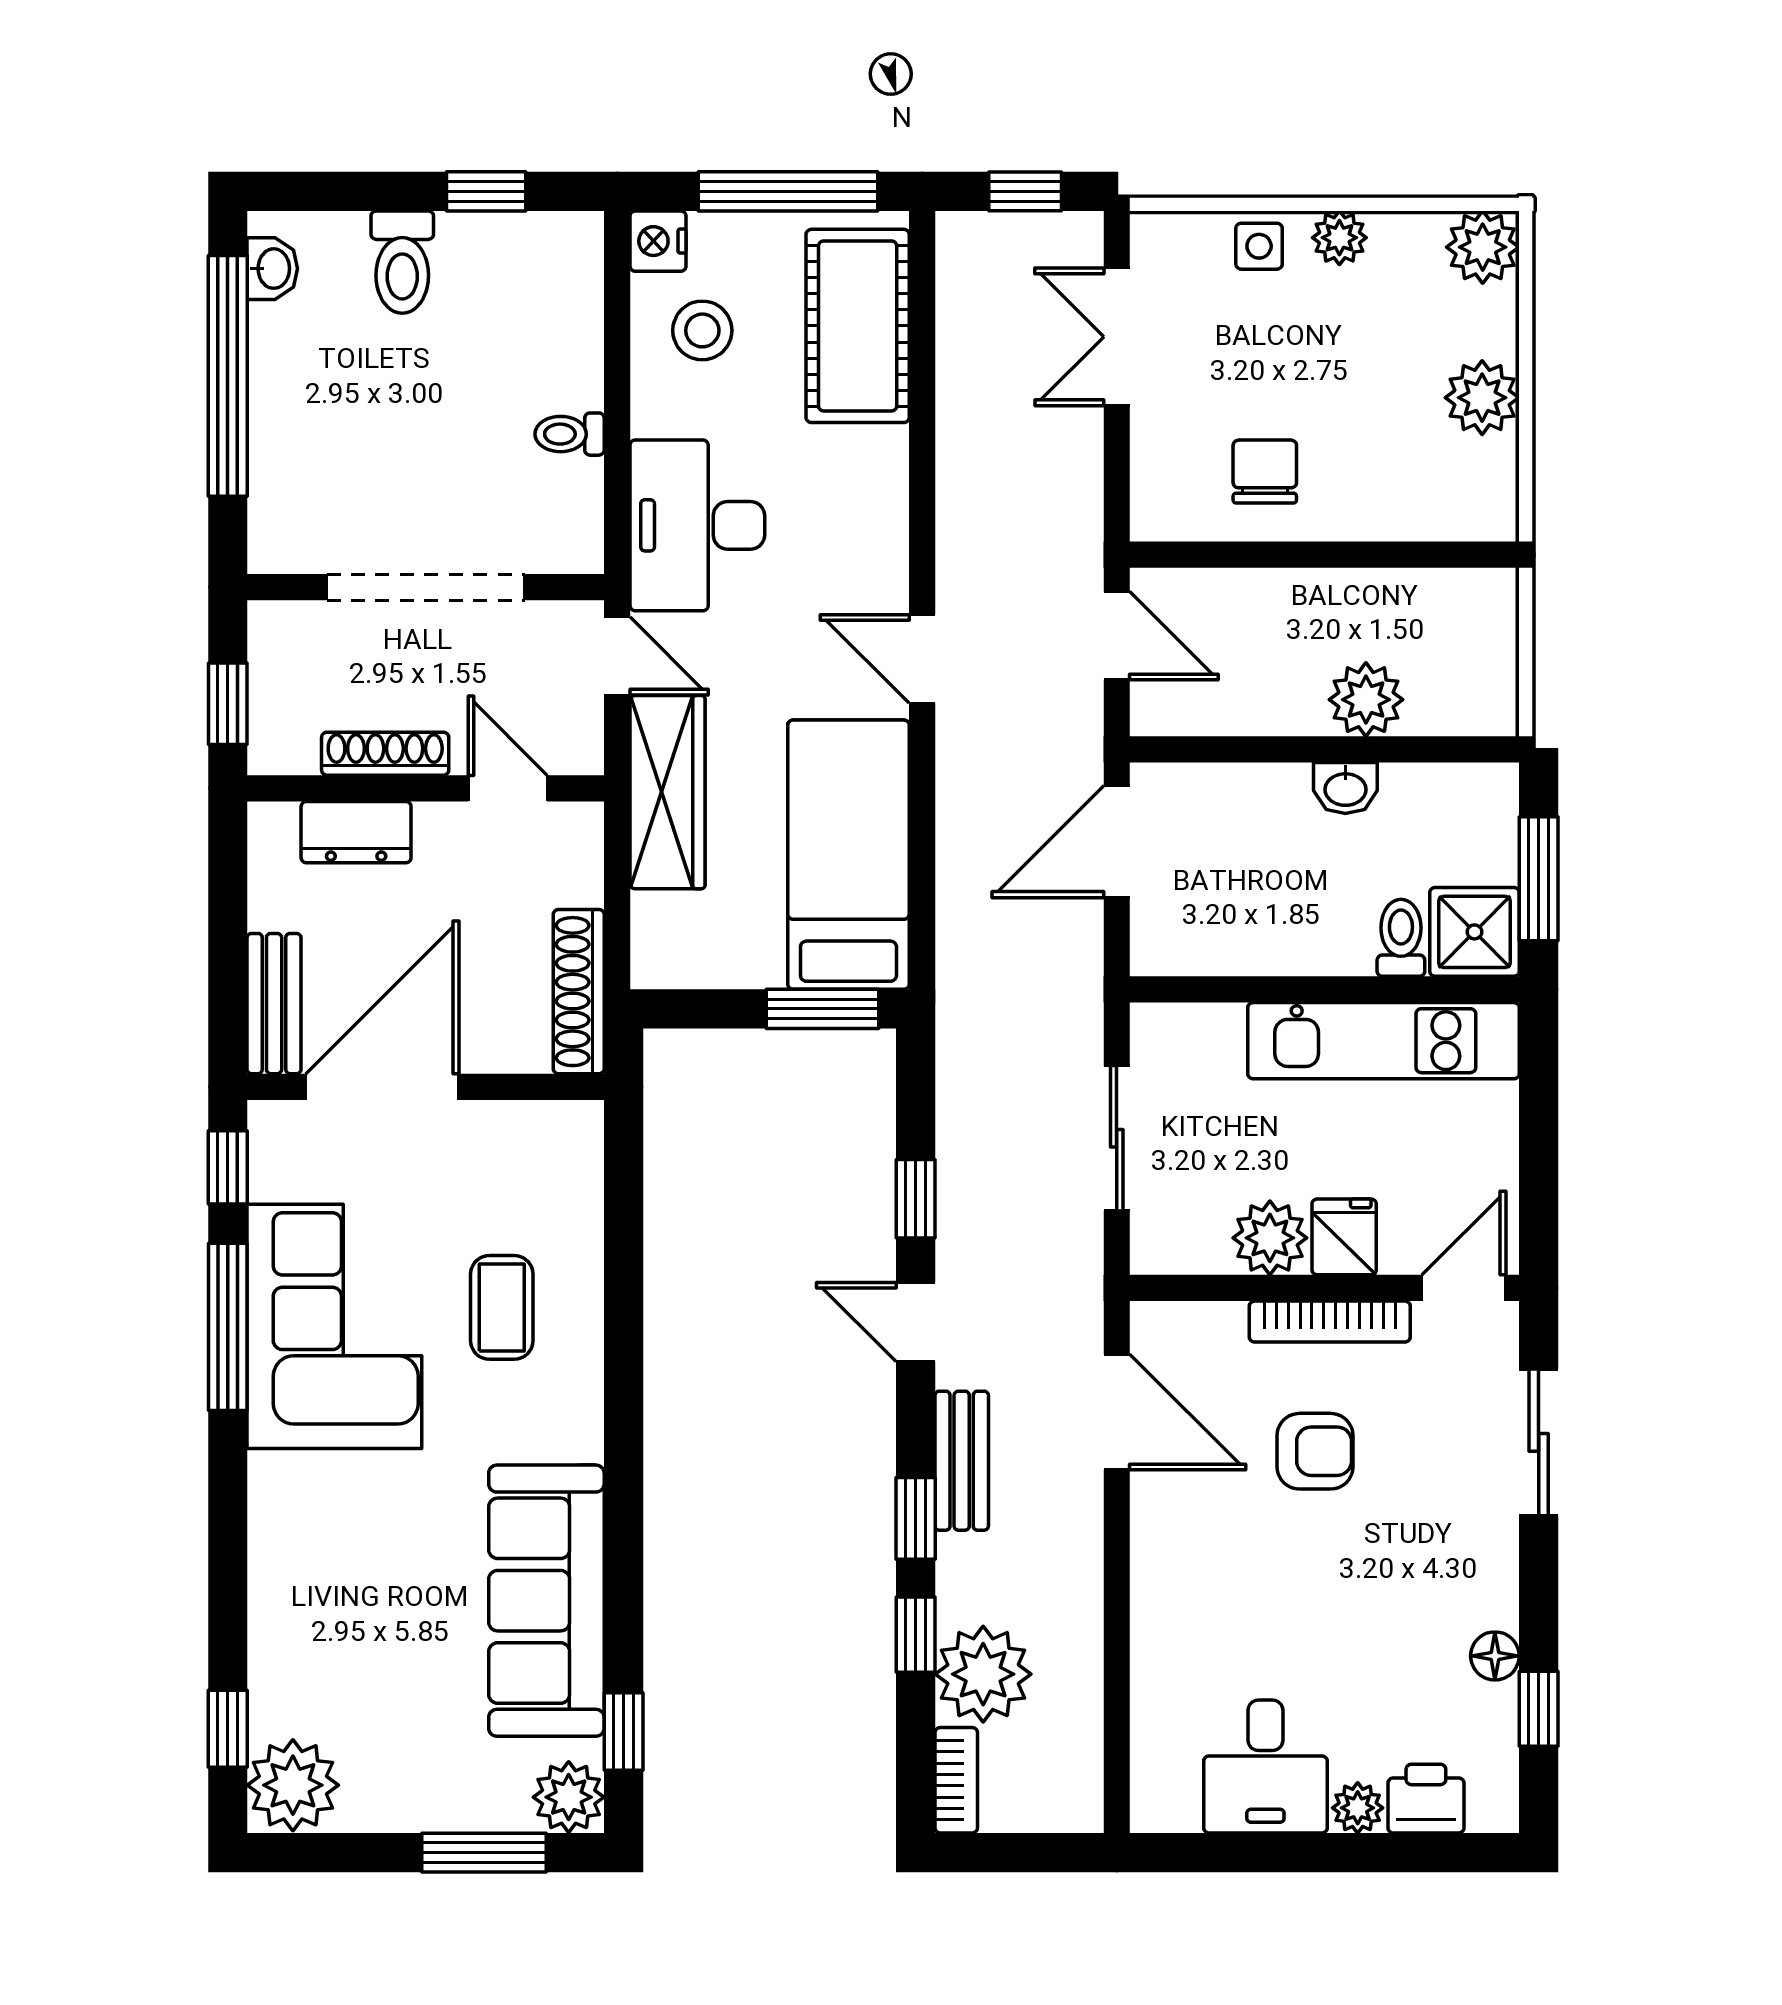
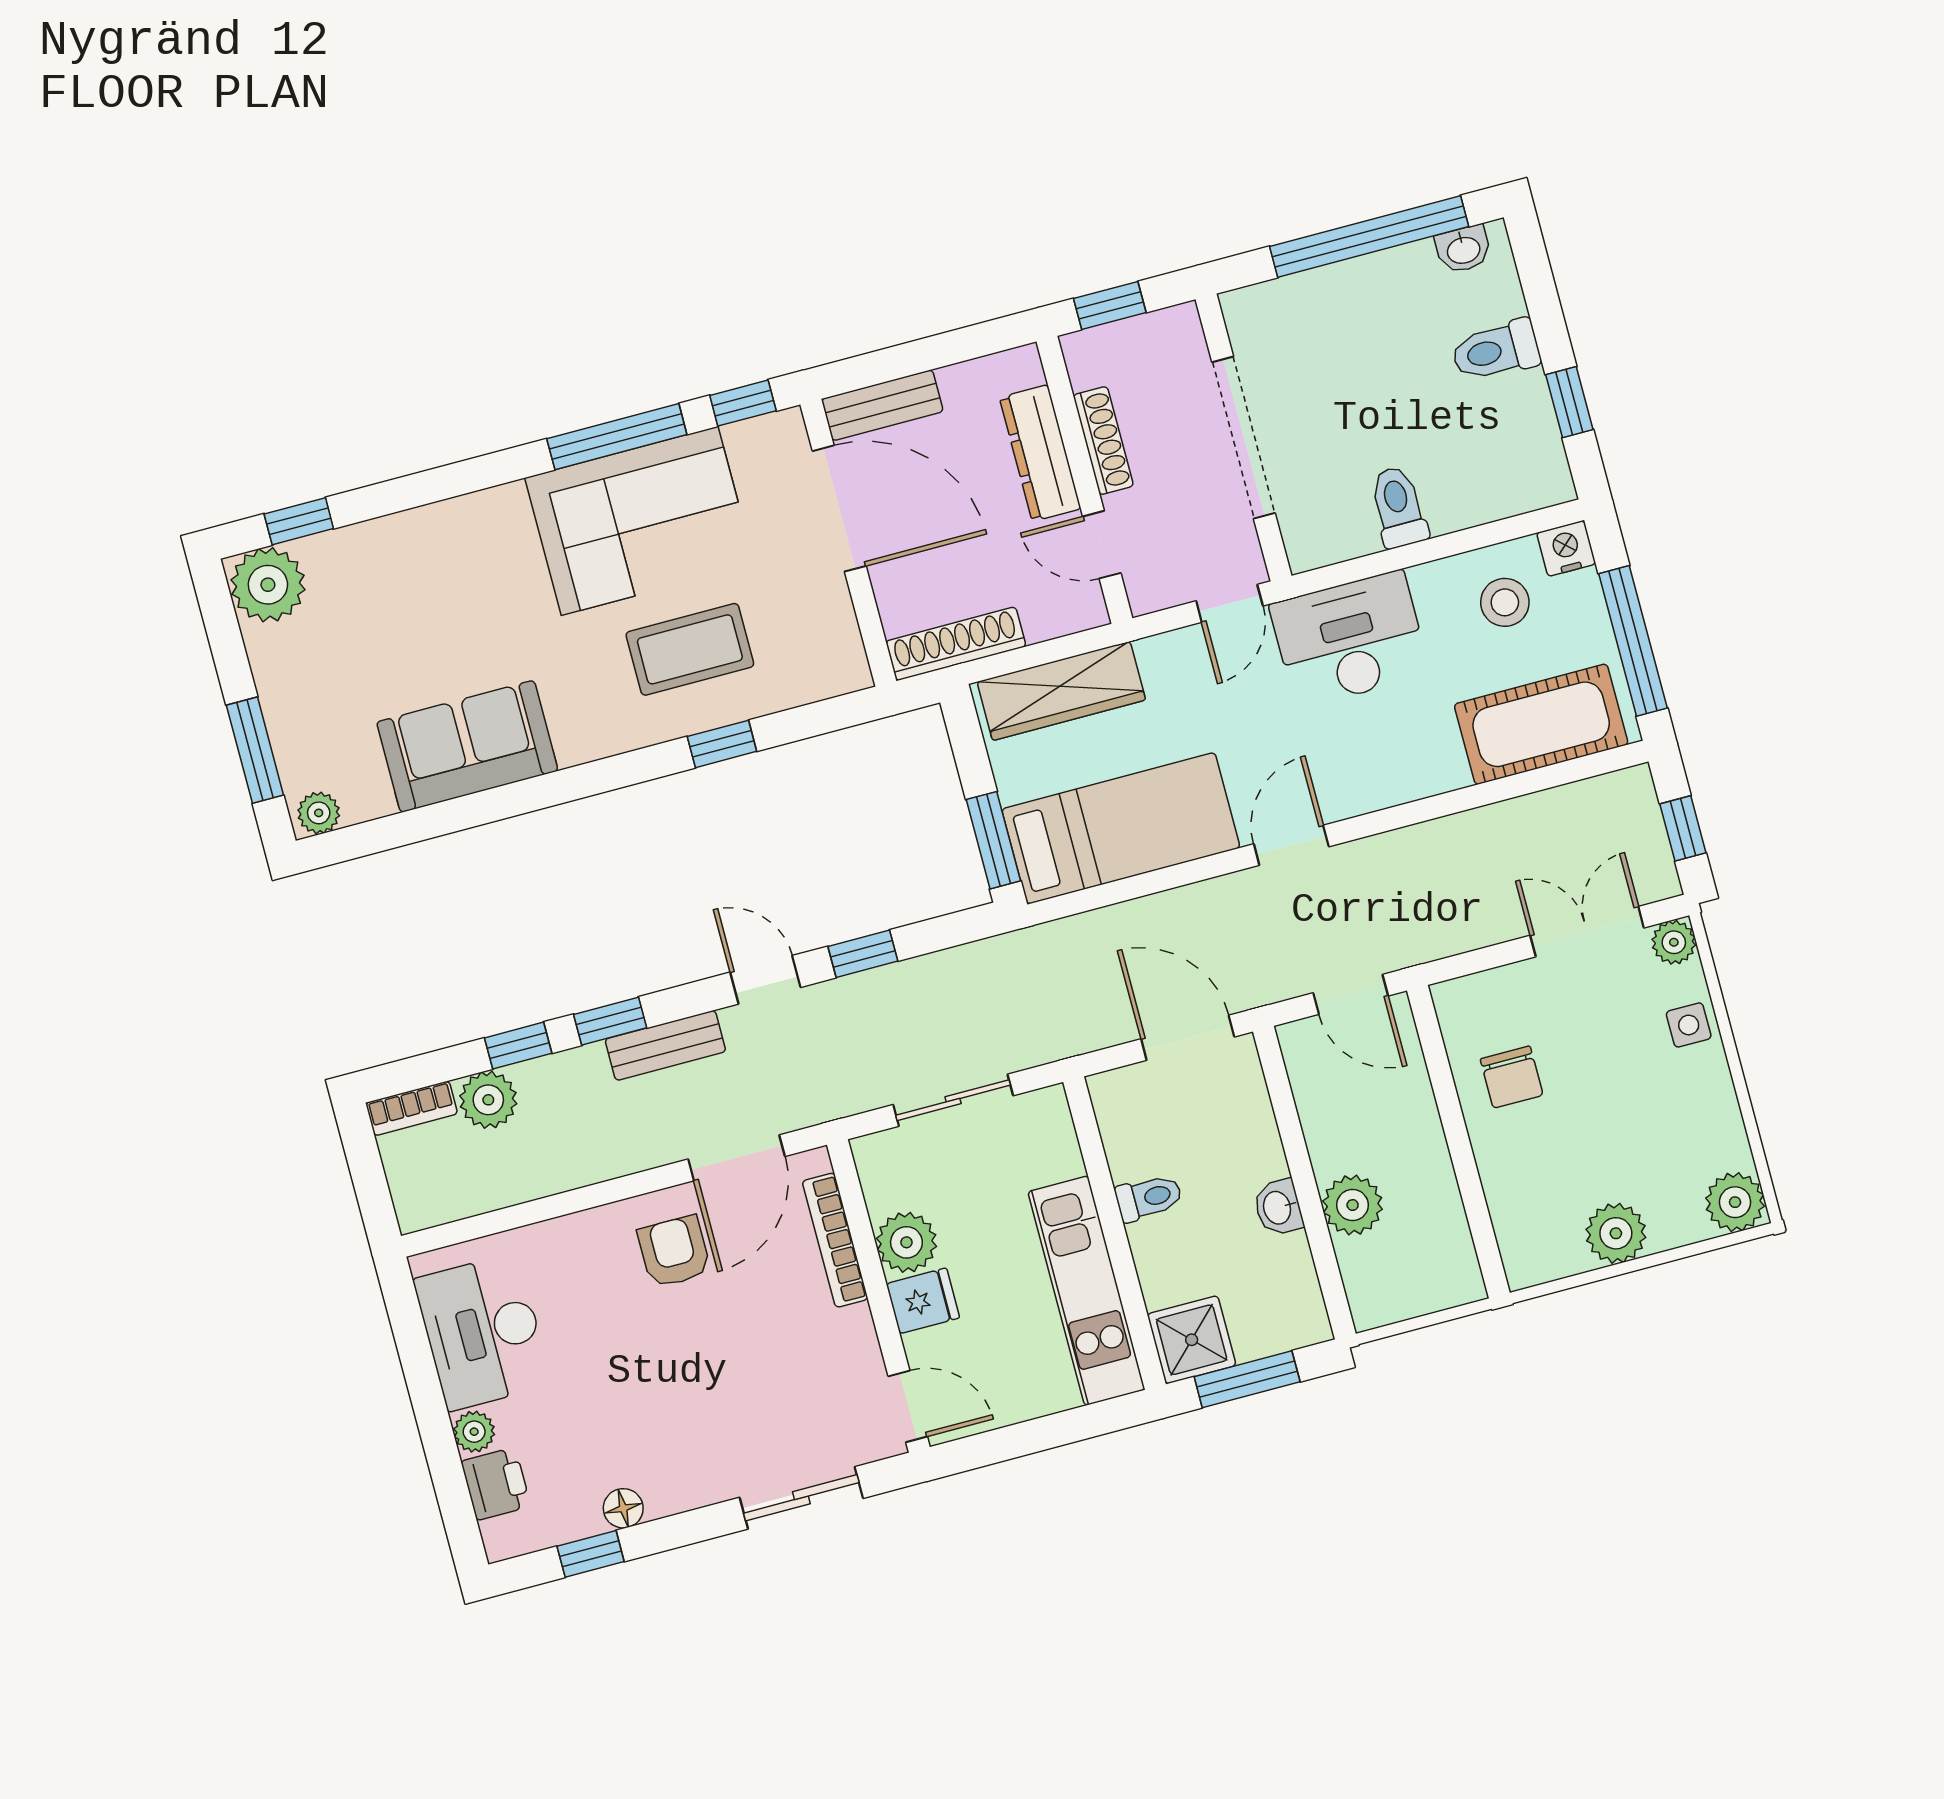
plant: (1339, 238) -> (1674, 942), moved
toilet: (570, 434) -> (1398, 507), width x1.37, depth x1.39
chair: (1265, 472) -> (1512, 1077), turned 90
door: (1117, 636) -> (1351, 994), hinge flipped
door: (508, 788) -> (1102, 545), swing flipped
wardrobe: (667, 792) -> (1061, 691), moved
dresser: (356, 832) -> (1040, 453), width x1.44
toilet: (1401, 938) -> (1149, 1198), moved
coffee table: (502, 1307) -> (690, 649), width x1.36, depth x1.30
door: (916, 1322) -> (765, 980), hinge flipped
bookcase: (1330, 1322) -> (835, 1240), moved
armchair: (1315, 1451) -> (674, 1252), moved, turned 180
sofa: (546, 1601) -> (467, 746), width x0.73
plant: (983, 1674) -> (488, 1100), width x0.73, depth x0.73
window: (624, 1732) -> (722, 744), moved
desk: (1265, 1767) -> (483, 1332), width x1.37
plant: (569, 1797) -> (319, 813), width x0.73, depth x0.73

